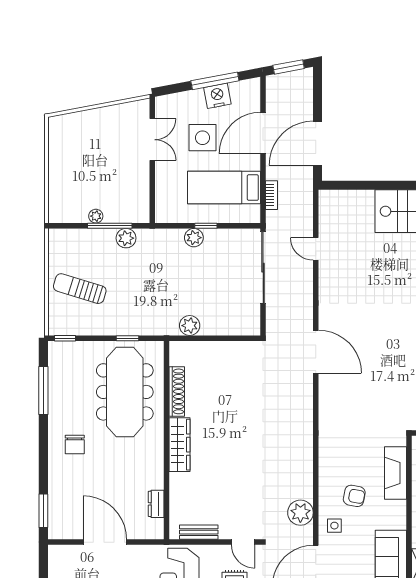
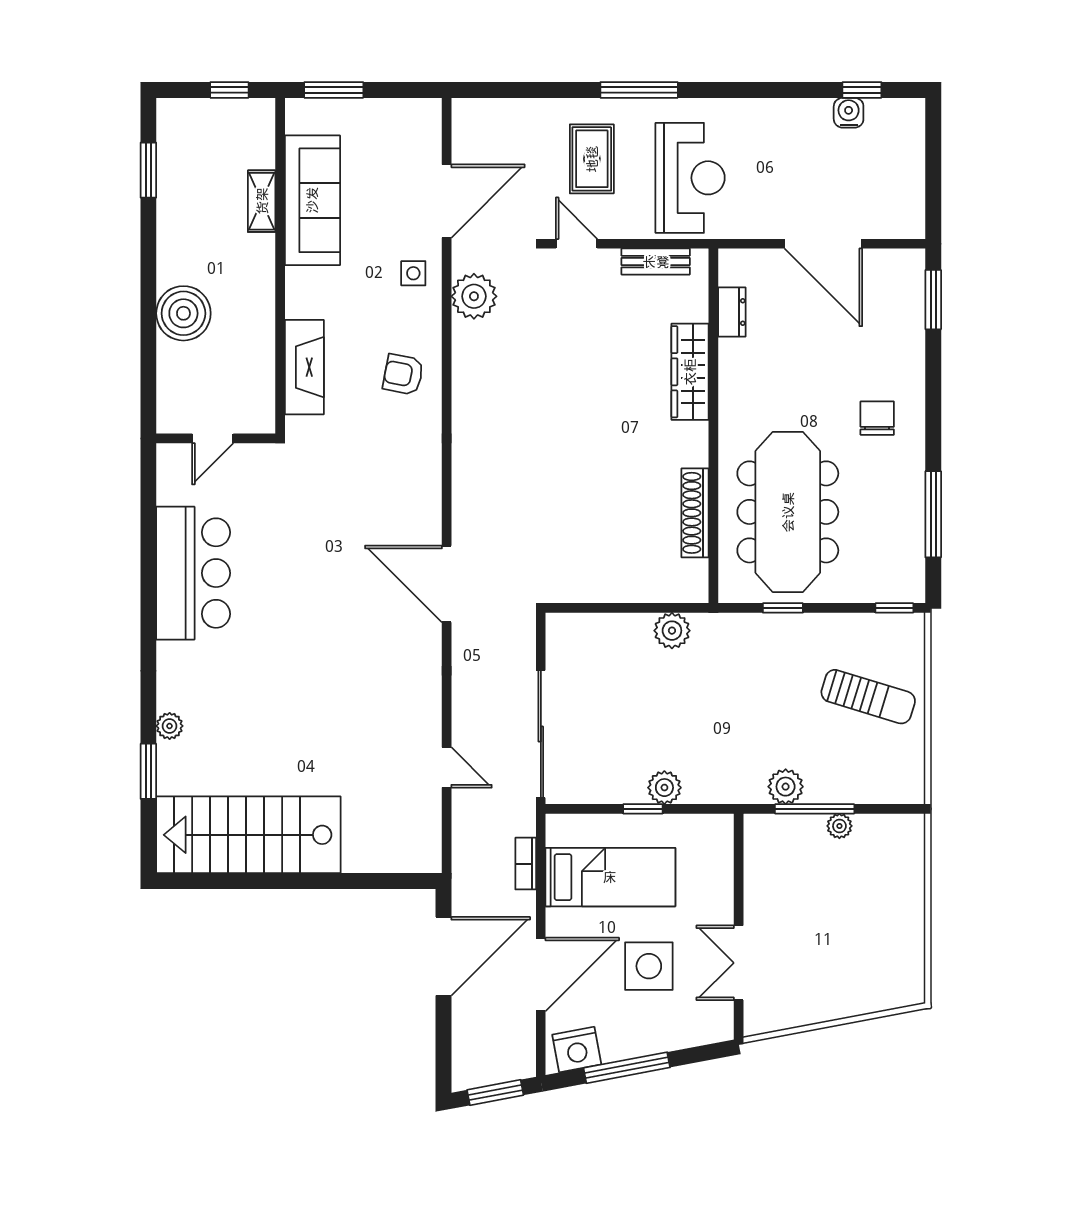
nightstand: (217, 96) -> (577, 1050), moved
wardrobe: (179, 445) -> (690, 372), moved
armchair: (354, 496) -> (403, 374), moved

